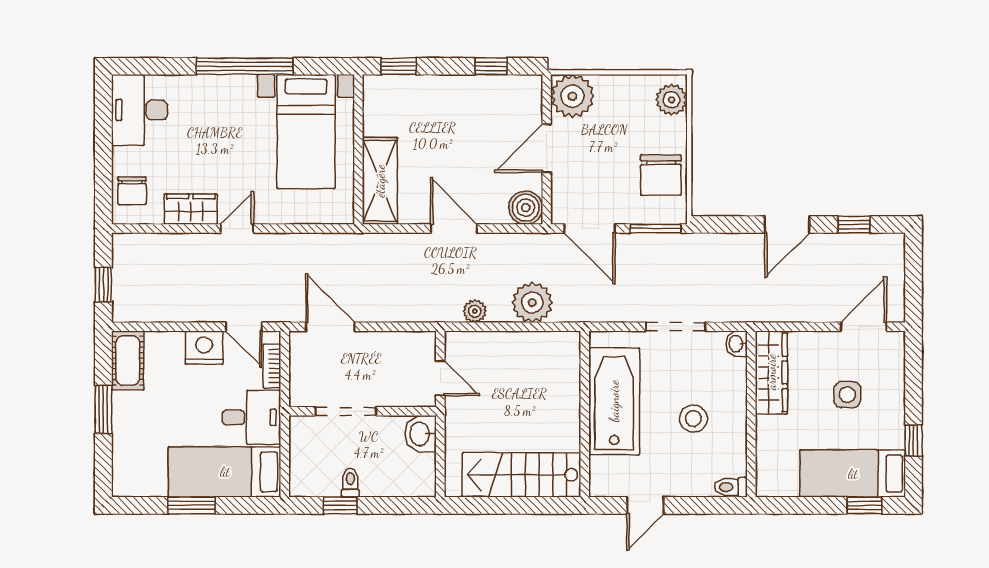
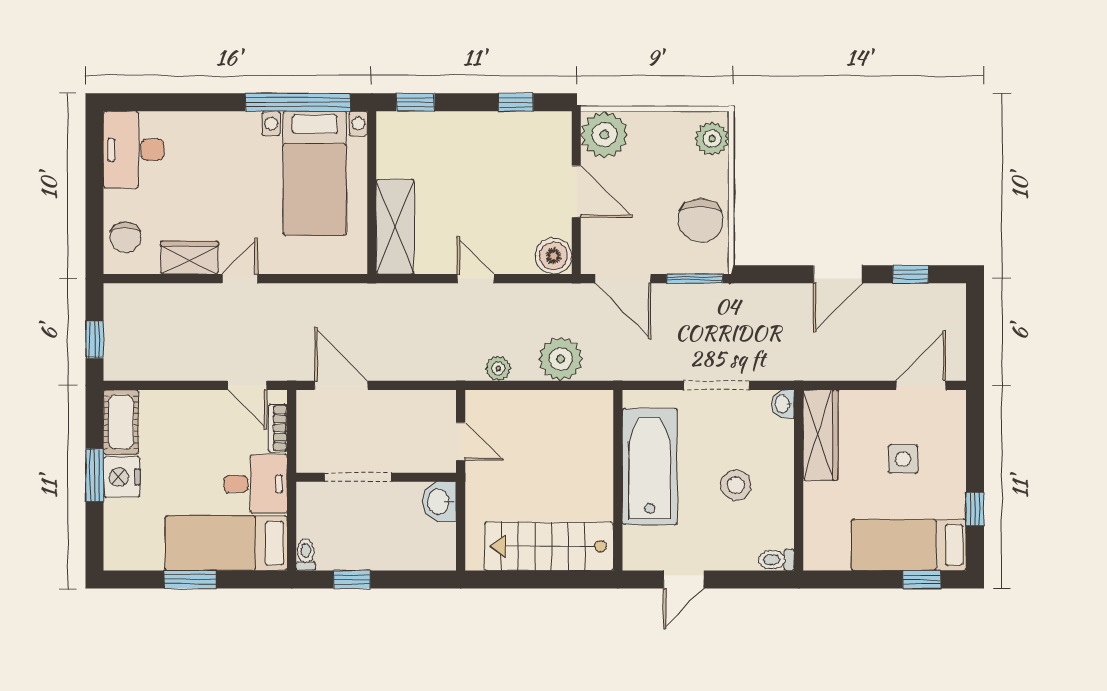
window: (245, 66) -> (298, 102), moved
door: (547, 148) -> (576, 191), swing flipped
door: (454, 229) -> (476, 279), width x0.73
nightstand: (204, 348) -> (122, 477), moved, turned -90
toilet: (350, 483) -> (306, 555), moved

